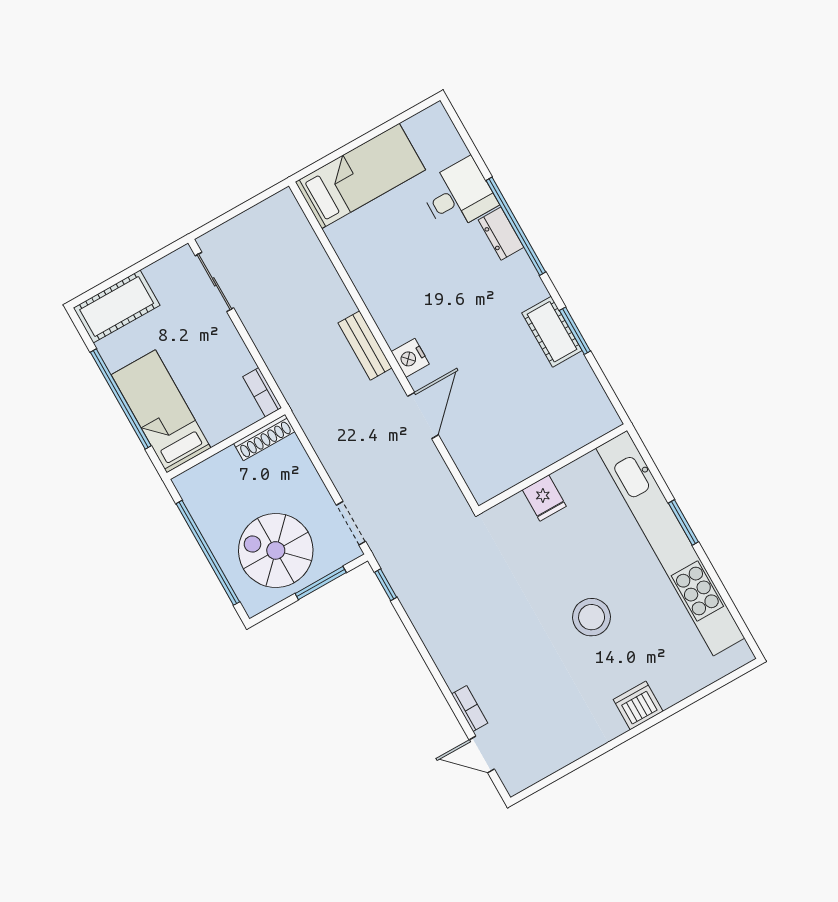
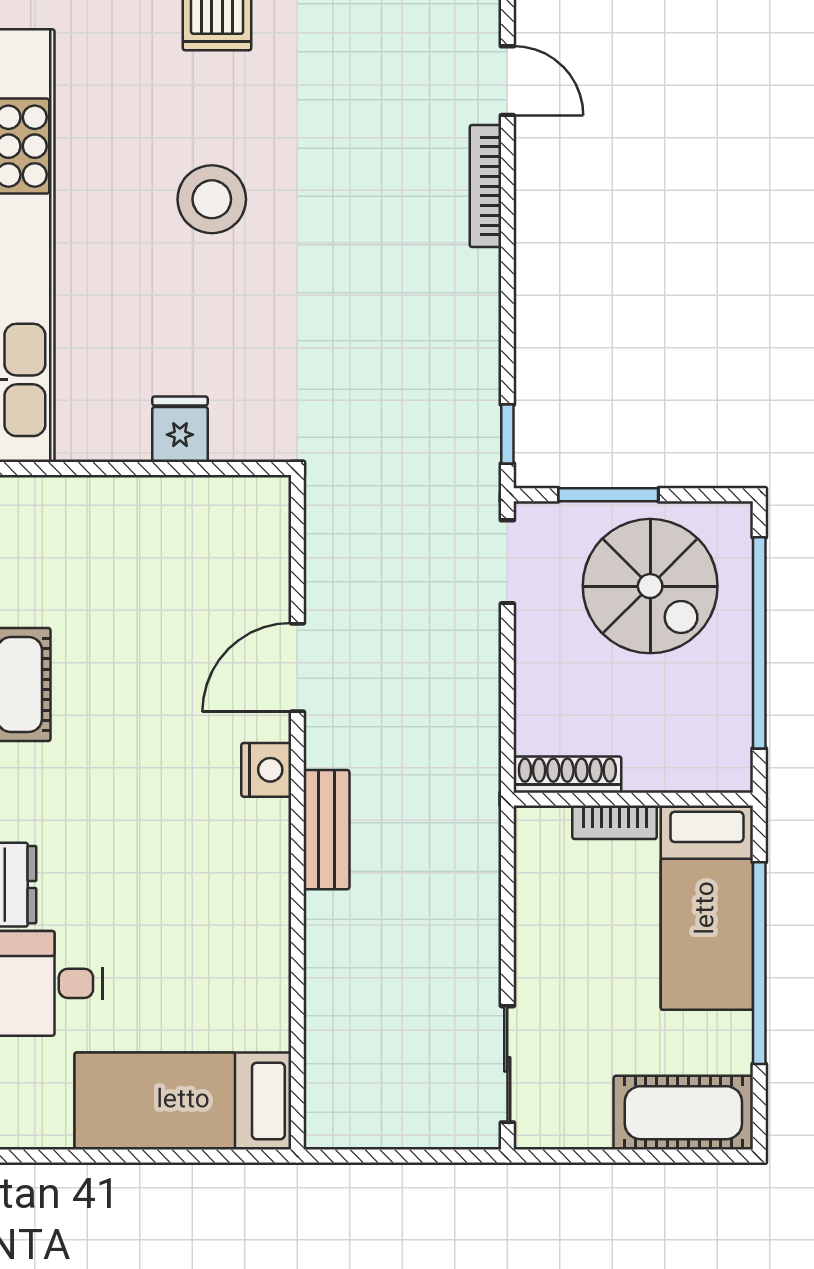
bookcase: (262, 392) -> (615, 822), moved, turned 90
bookcase: (470, 708) -> (485, 186), width x1.56

